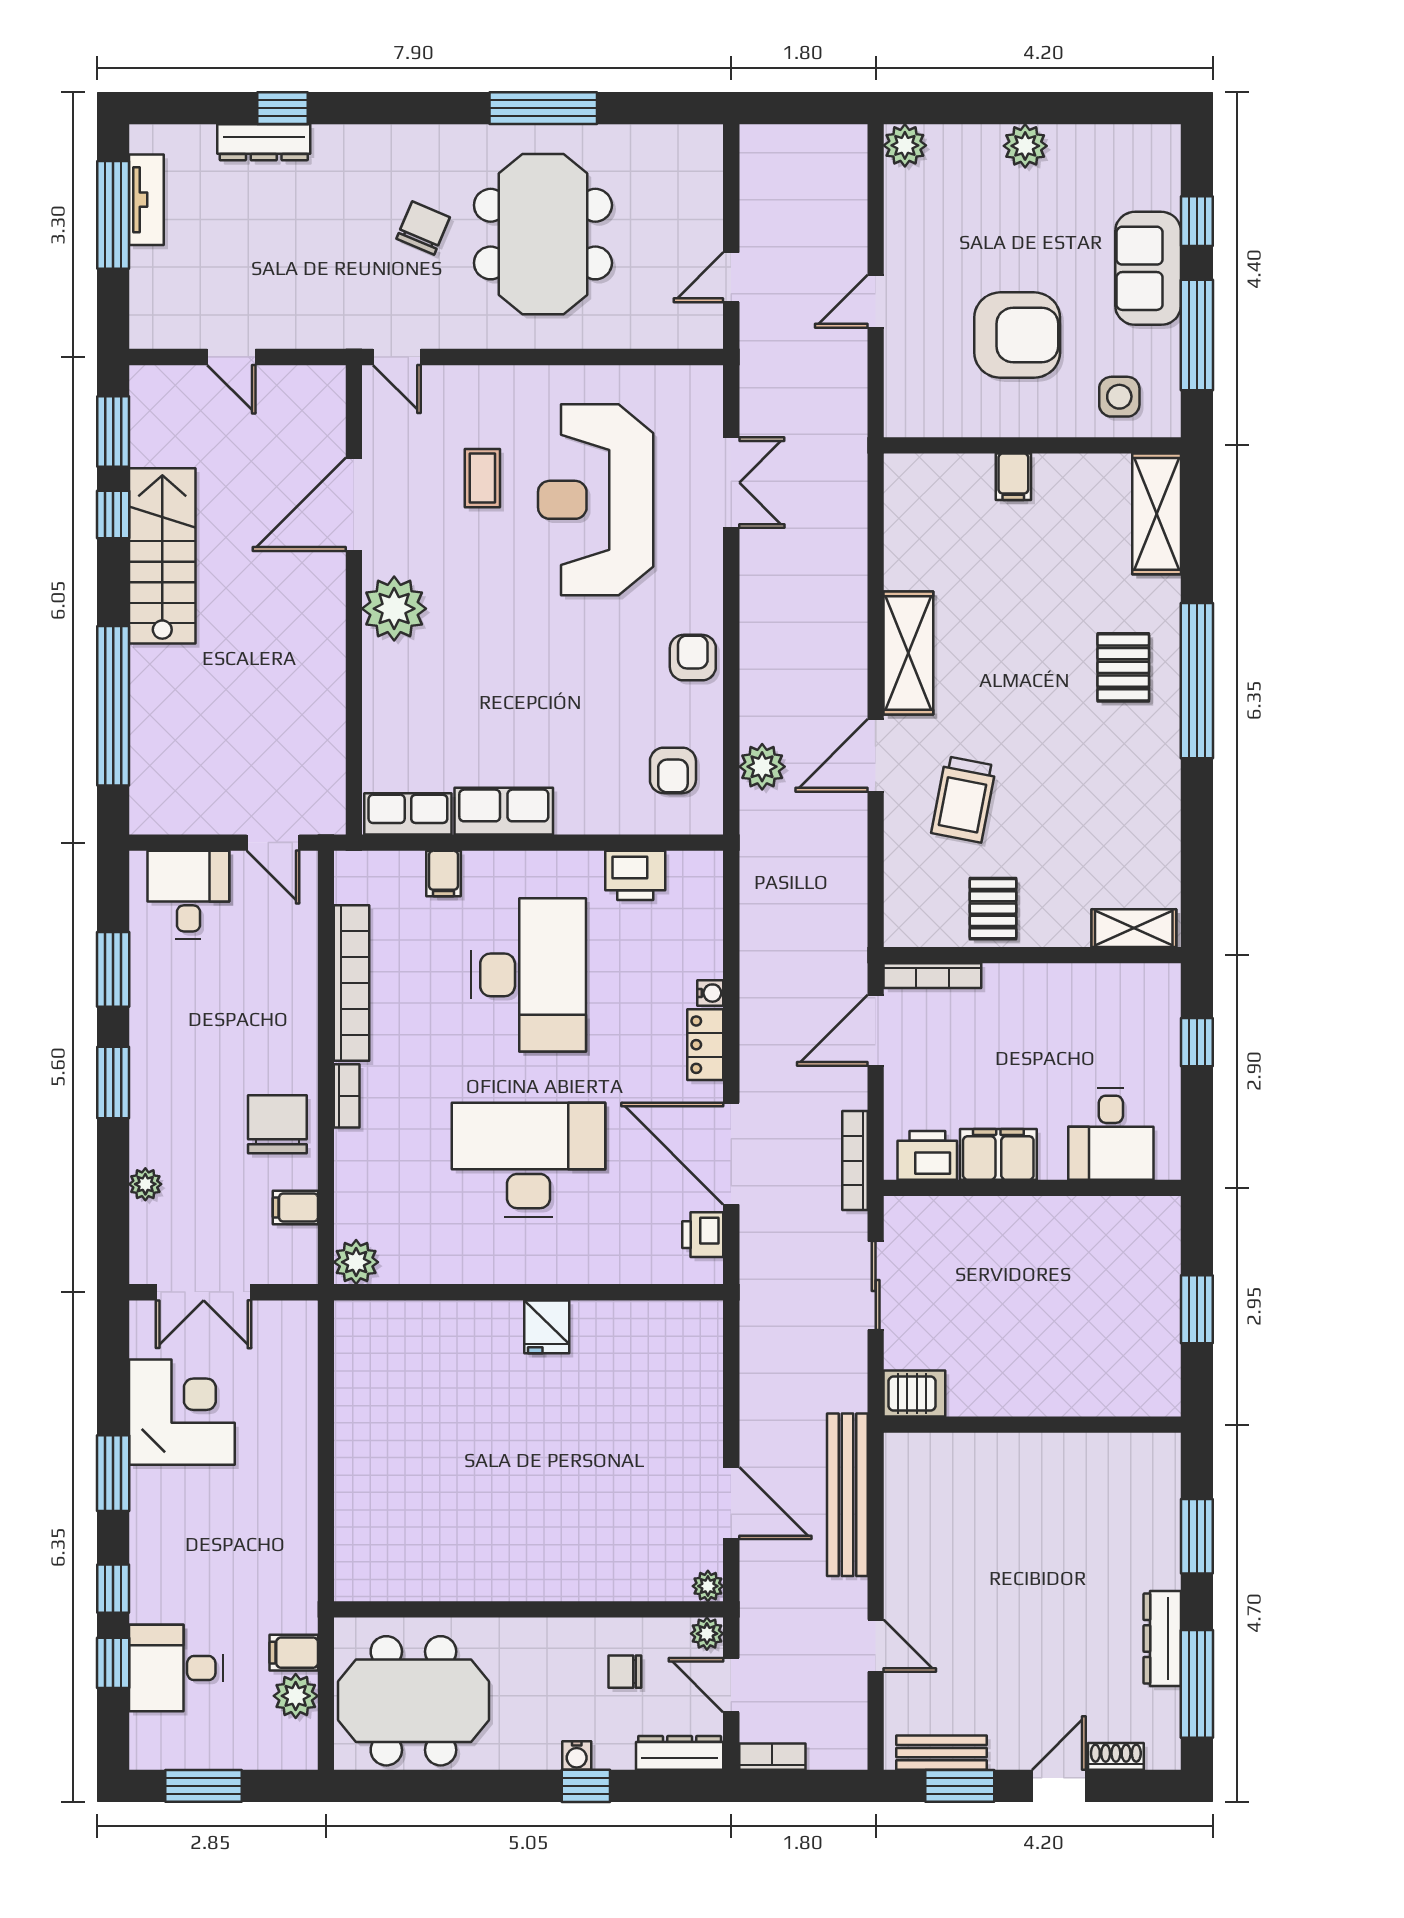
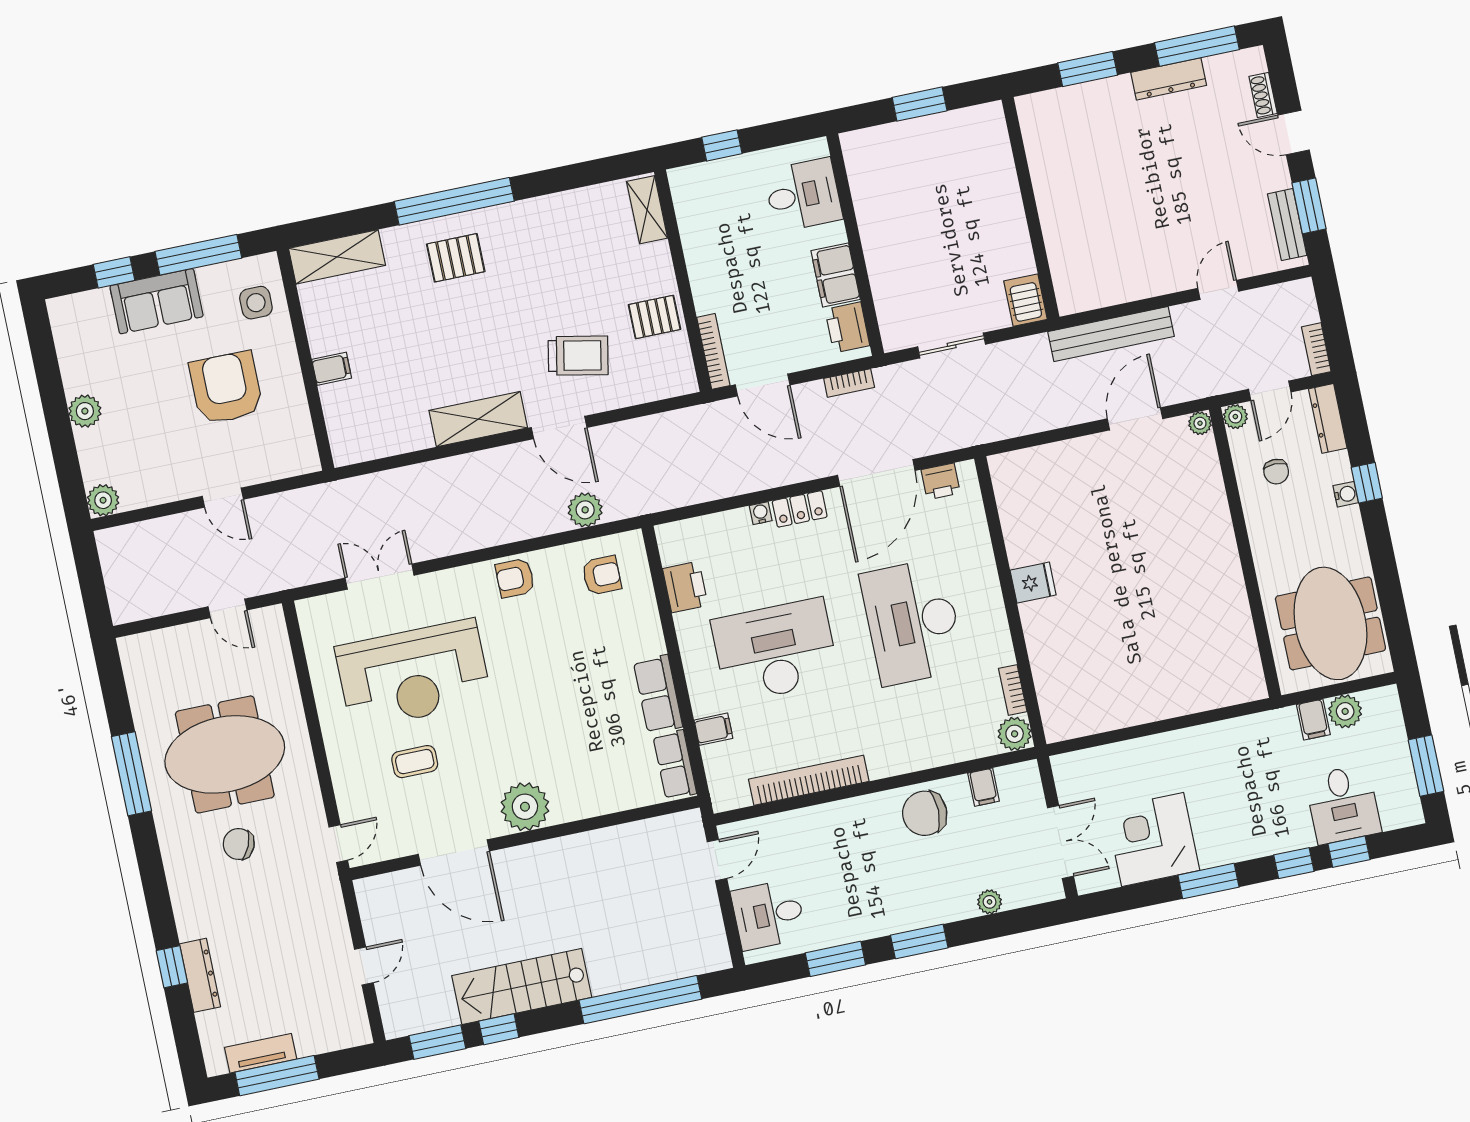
bookcase: (347, 1096) -> (1013, 690), moved, turned -90
bookcase: (855, 1161) -> (849, 383), width x0.64

